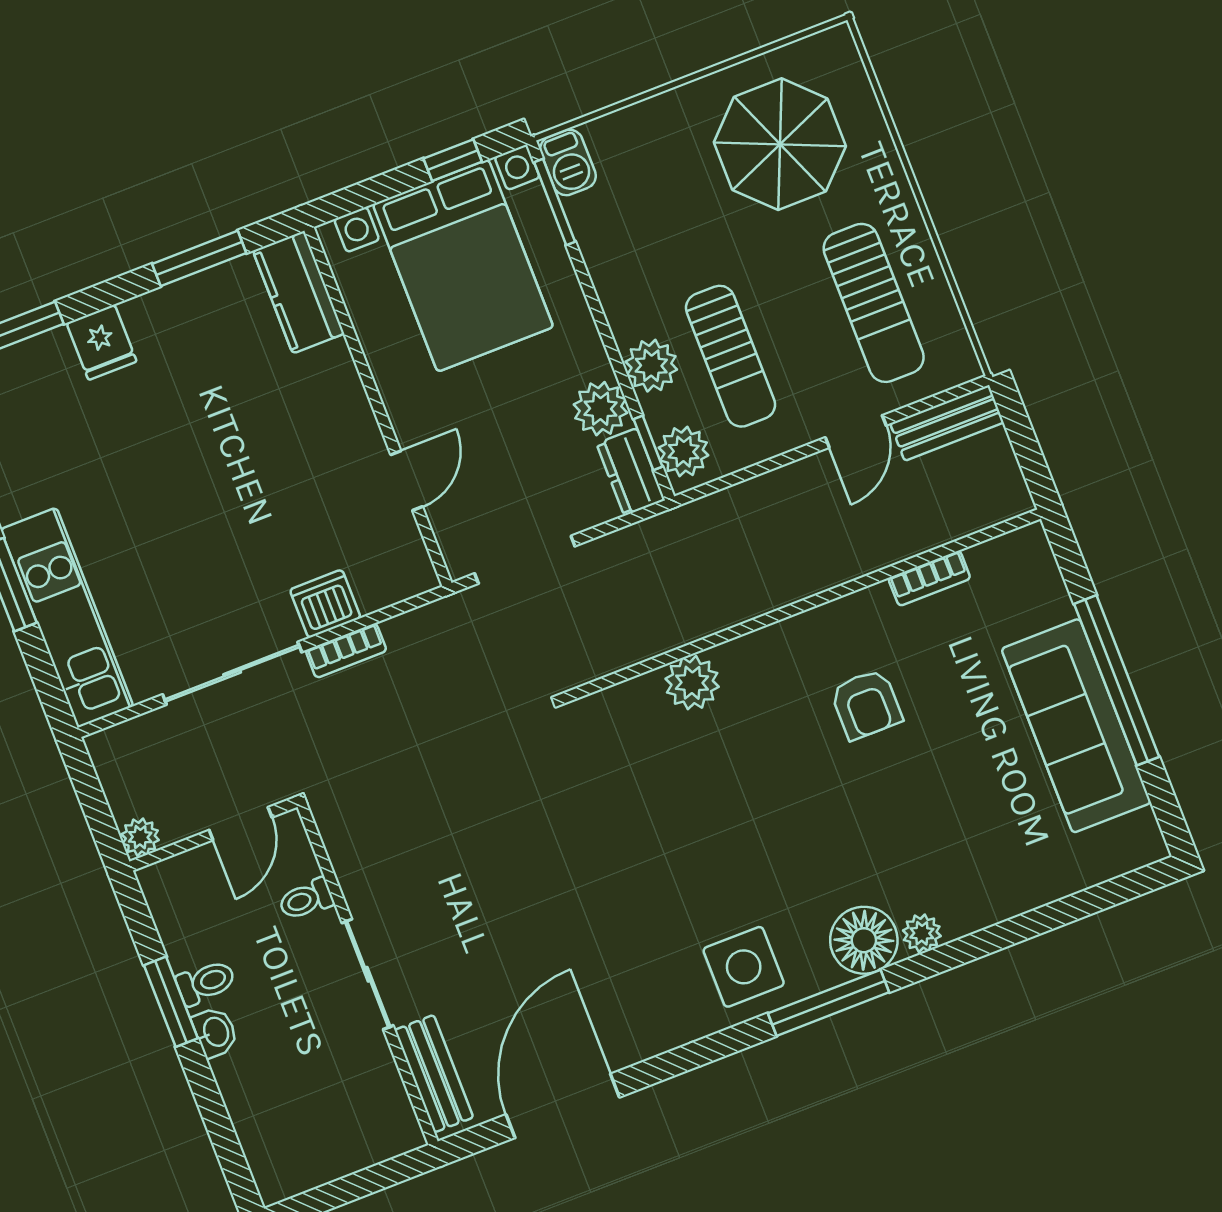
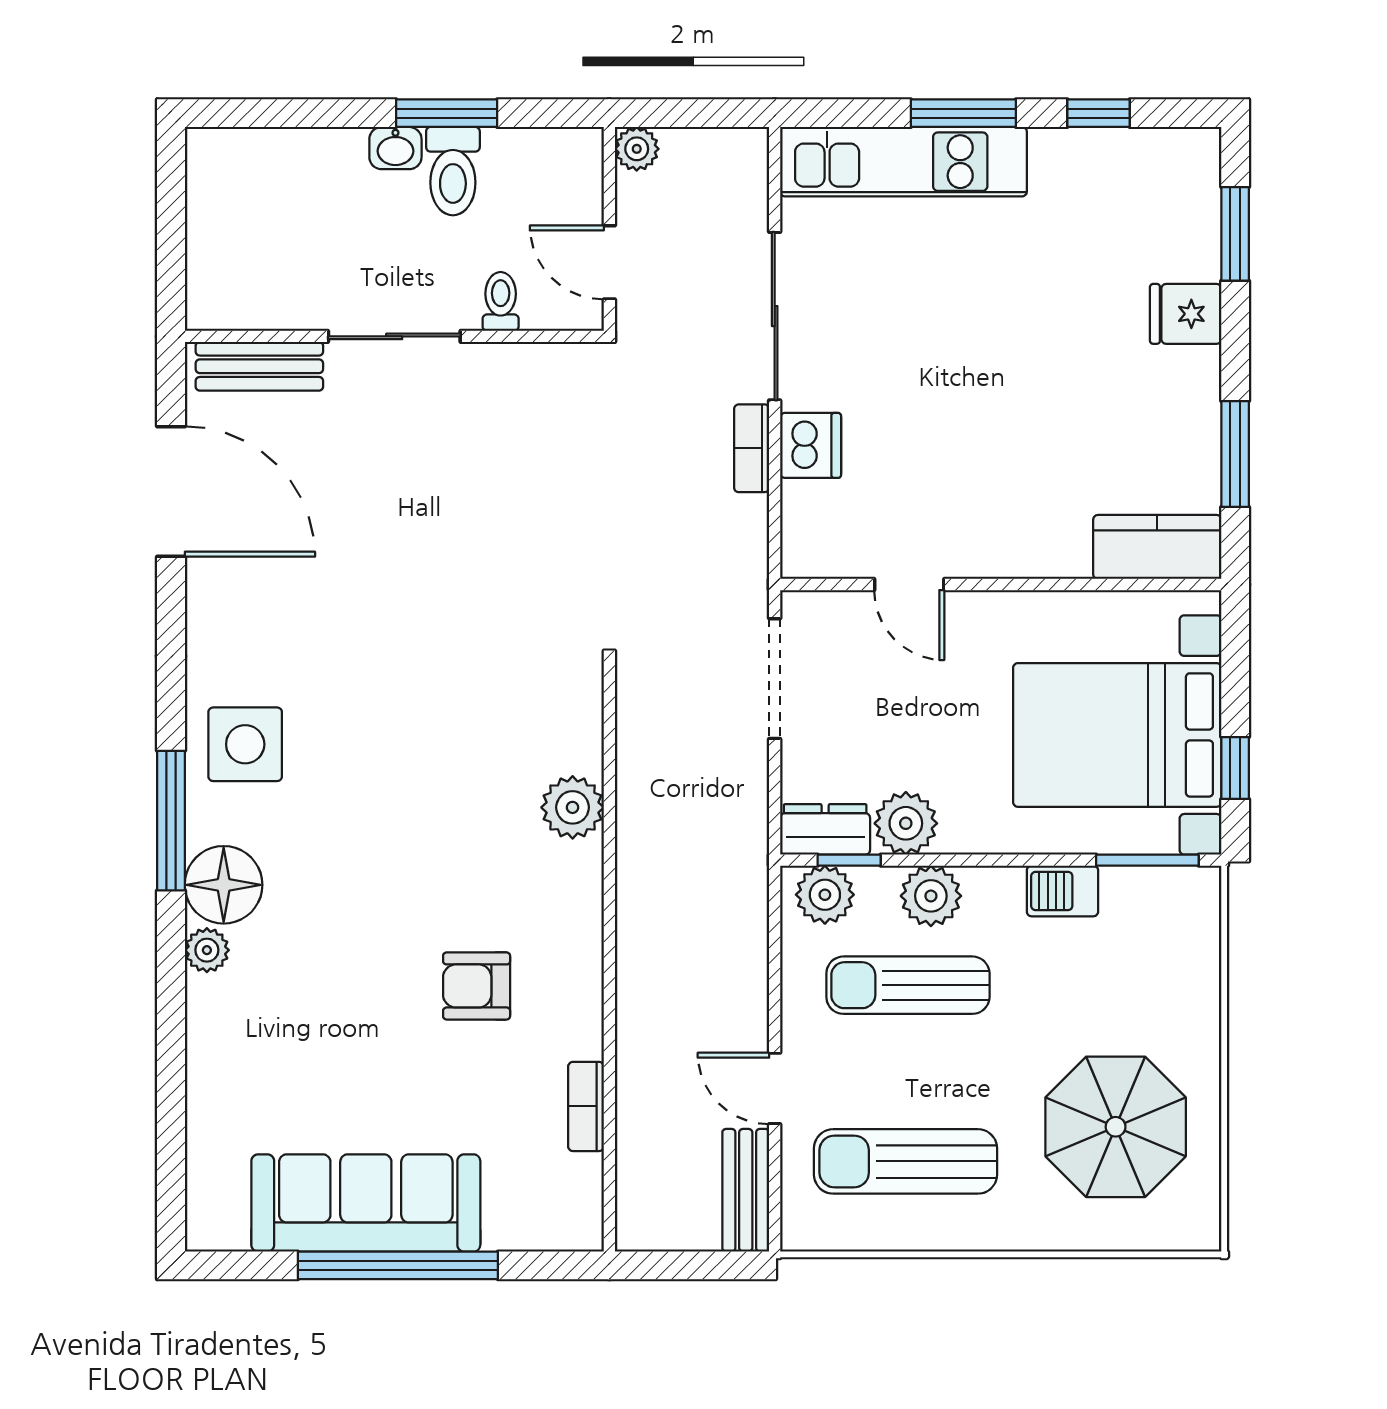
barbecue: (568, 162) -> (1062, 891), moved
toilet: (206, 982) -> (453, 171), width x1.37, depth x1.39

